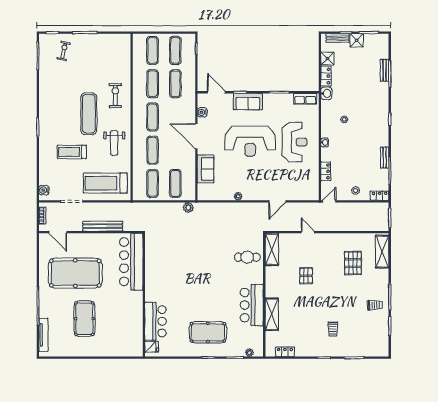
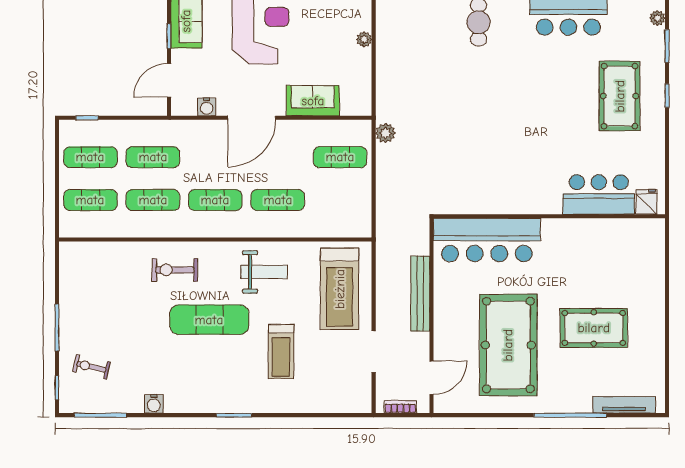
exercise mat: (153, 183) -> (340, 200), removed
water cooler: (44, 190) -> (154, 404), moved

